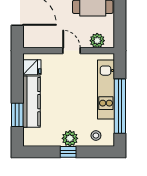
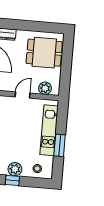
door: (72, 51) -> (23, 95), hinge flipped
window: (120, 106) -> (60, 145), width x0.47

